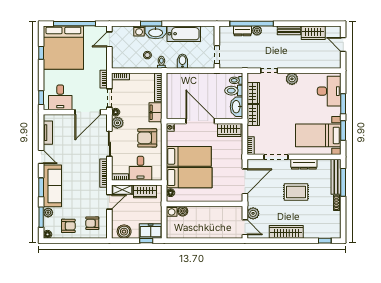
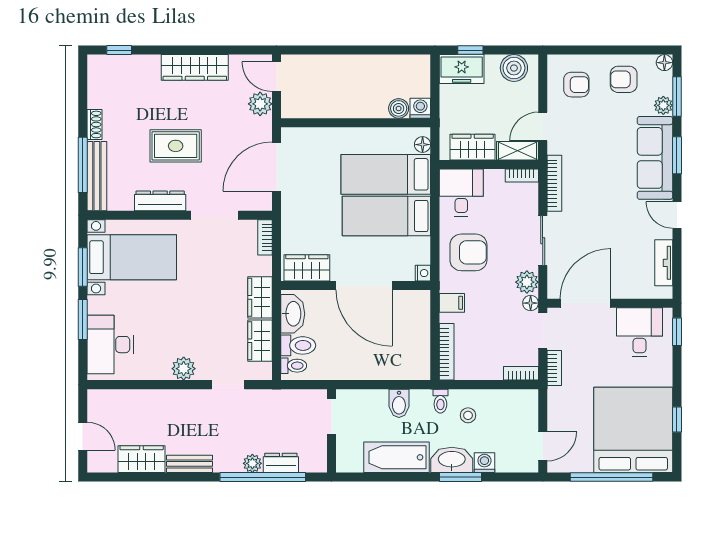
filing cabinet: (156, 112) -> (452, 303), width x0.50
desk: (140, 168) -> (461, 193), moved

